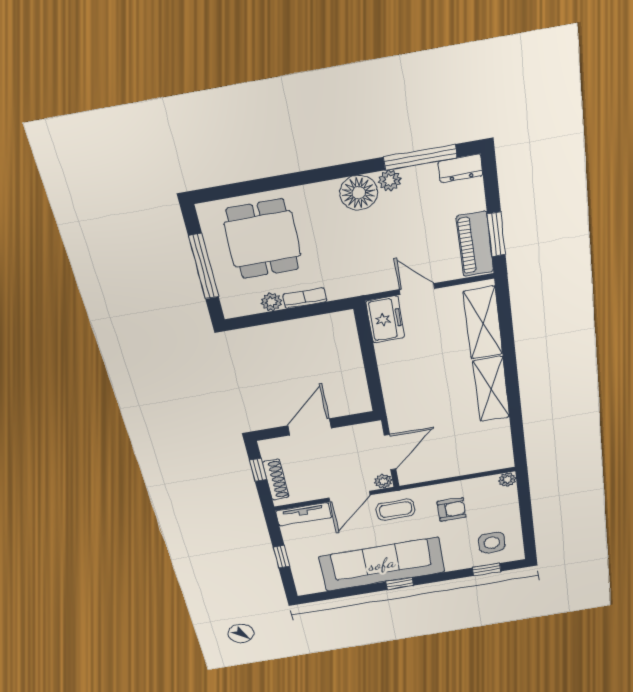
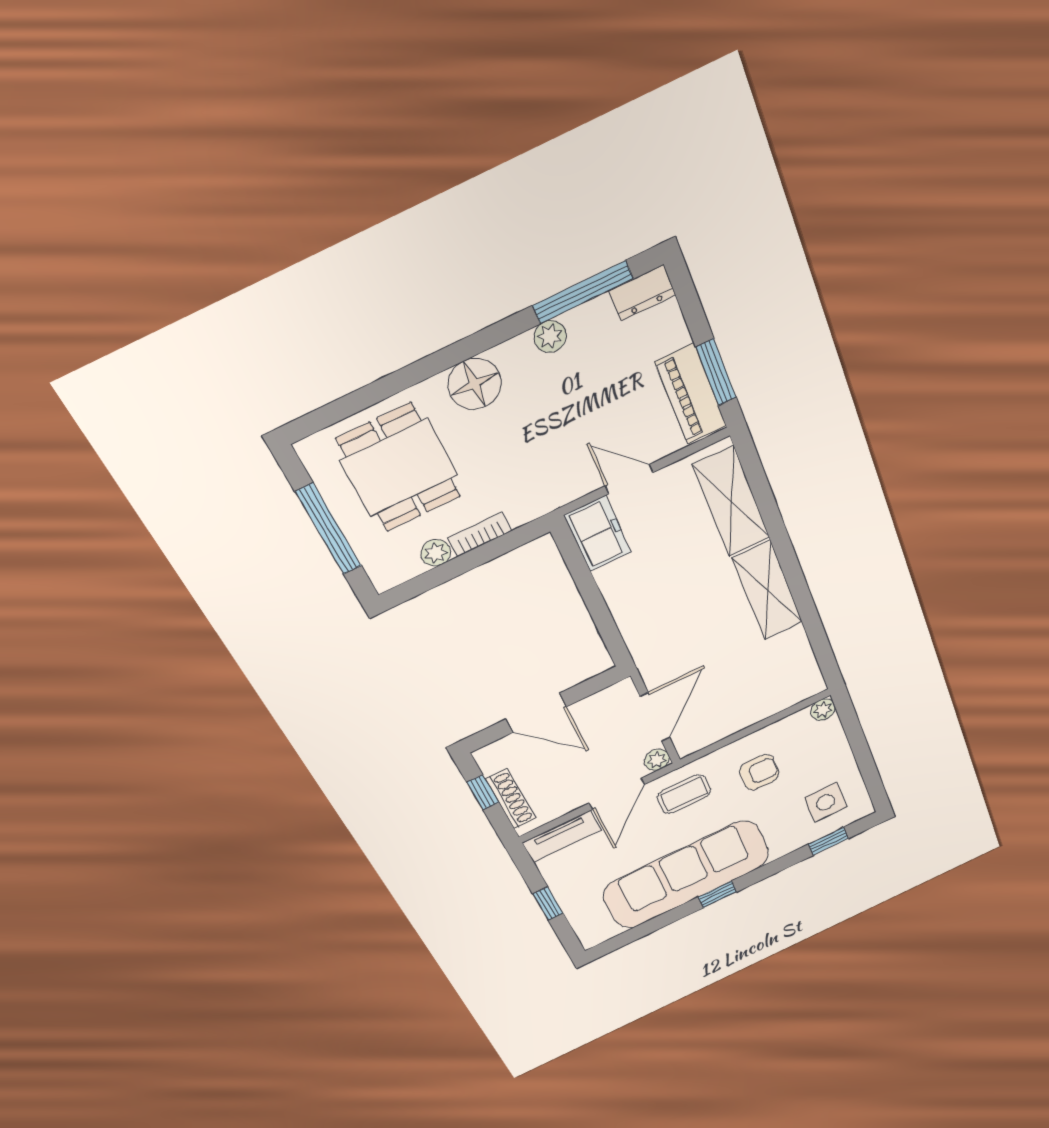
floor lamp: (359, 193) -> (475, 384), moved
door: (309, 427) -> (536, 713), swing flipped

